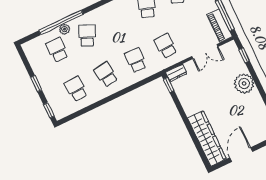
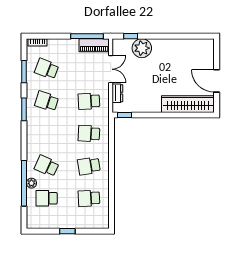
dresser: (176, 73) -> (117, 93), moved
plant: (244, 84) -> (142, 48), moved
window: (49, 110) -> (96, 231), removed

